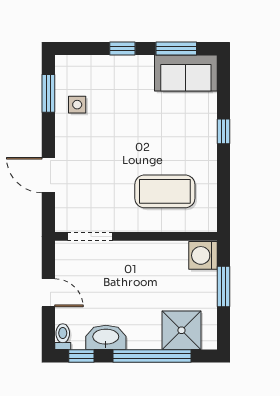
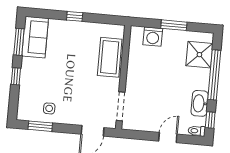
doorway: (90, 236) -> (121, 106), moved
wall: (136, 236) -> (123, 77), moved

